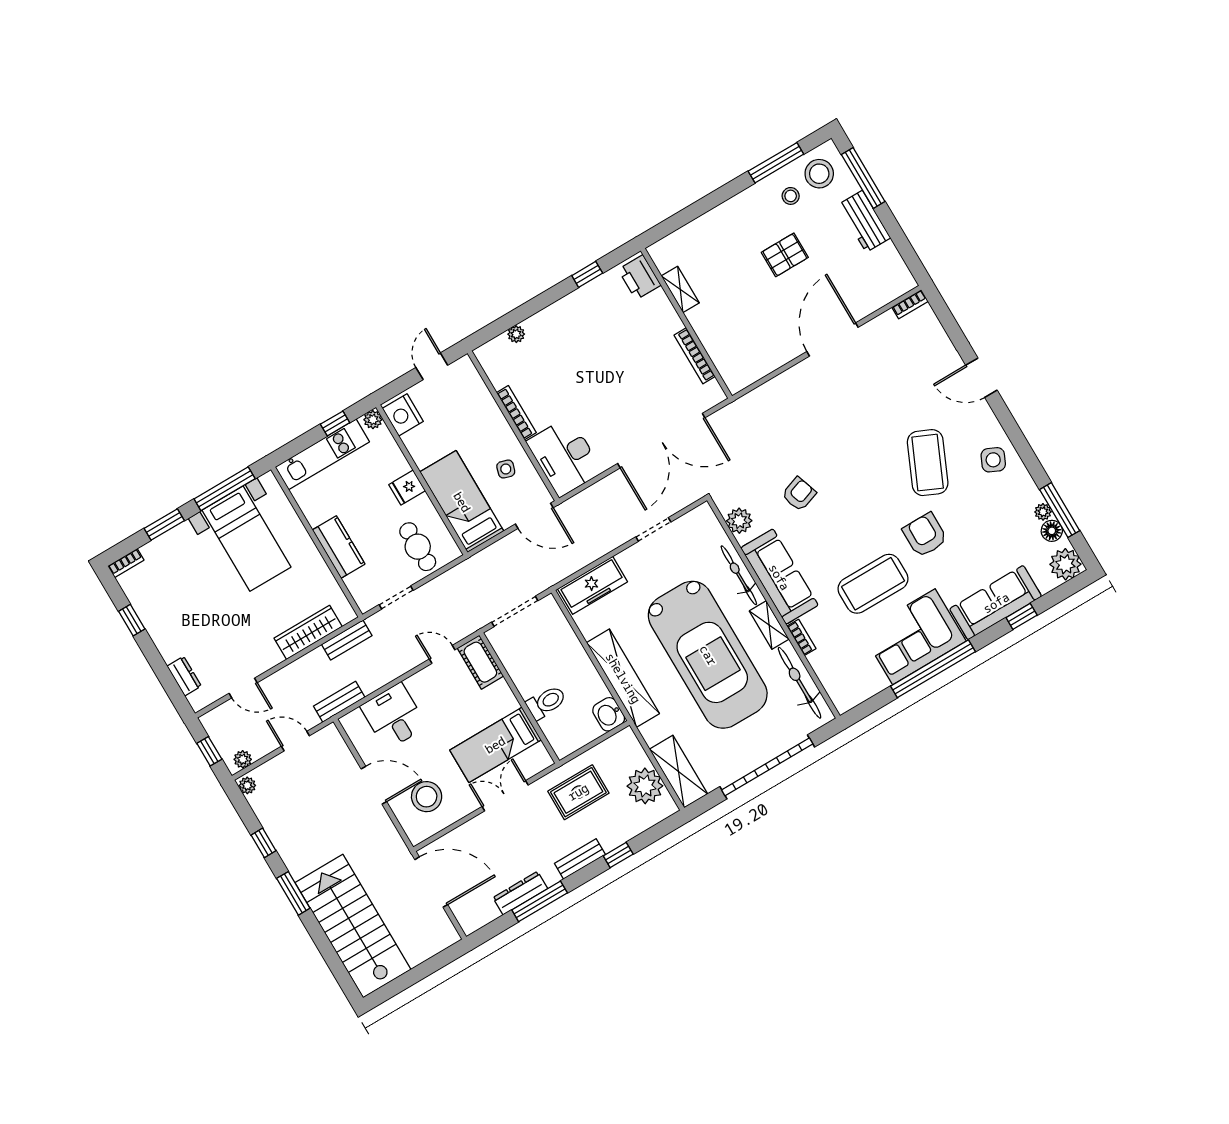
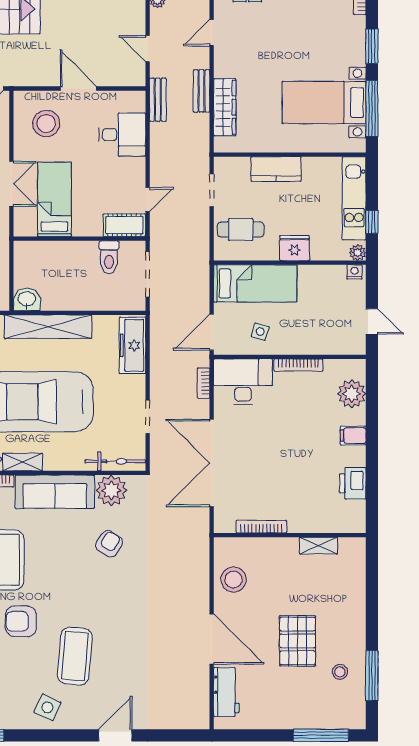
stool: (819, 174) -> (234, 580), moved
workbench: (864, 221) -> (226, 692), moved, turned 90
pallet: (785, 255) -> (298, 641), width x1.50, depth x1.42
window: (587, 274) -> (372, 481), removed
printer: (640, 277) -> (353, 483), moved, turned -90
bookcase: (910, 304) -> (204, 383), moved
filing cabinet: (553, 319) -> (353, 436), added
plant: (516, 334) -> (352, 394), width x1.88, depth x1.88
nightstand: (403, 415) -> (355, 272), width x0.53, depth x0.56
coffee table: (928, 463) -> (75, 656), turned 71
fridge: (407, 488) -> (295, 248), width x1.38
armchair: (799, 494) -> (109, 544), turned -129
plant: (739, 521) -> (111, 490), width x1.36, depth x1.36
armchair: (925, 535) -> (21, 621), turned 180
bicycle: (739, 575) -> (115, 461), moved
bench: (347, 640) -> (202, 91), moved
toilet: (546, 702) -> (109, 257), moved
door: (295, 741) -> (148, 49), swing flipped
door: (374, 785) -> (79, 88), swing flipped

